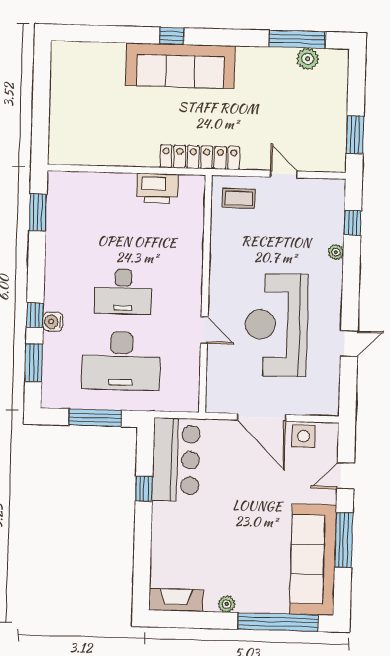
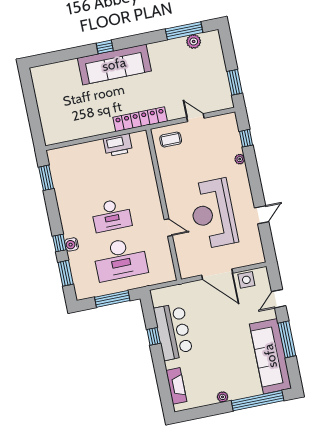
bar counter: (176, 460) -> (173, 332), moved
fireplace: (176, 600) -> (176, 386), moved, turned 90

